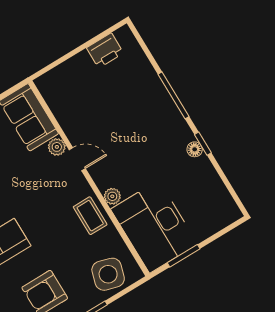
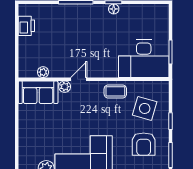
plant: (112, 196) -> (43, 72), moved
side table: (108, 274) -> (145, 108), moved

